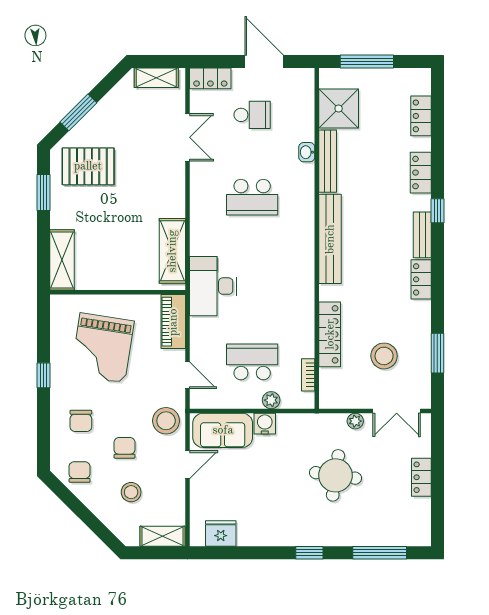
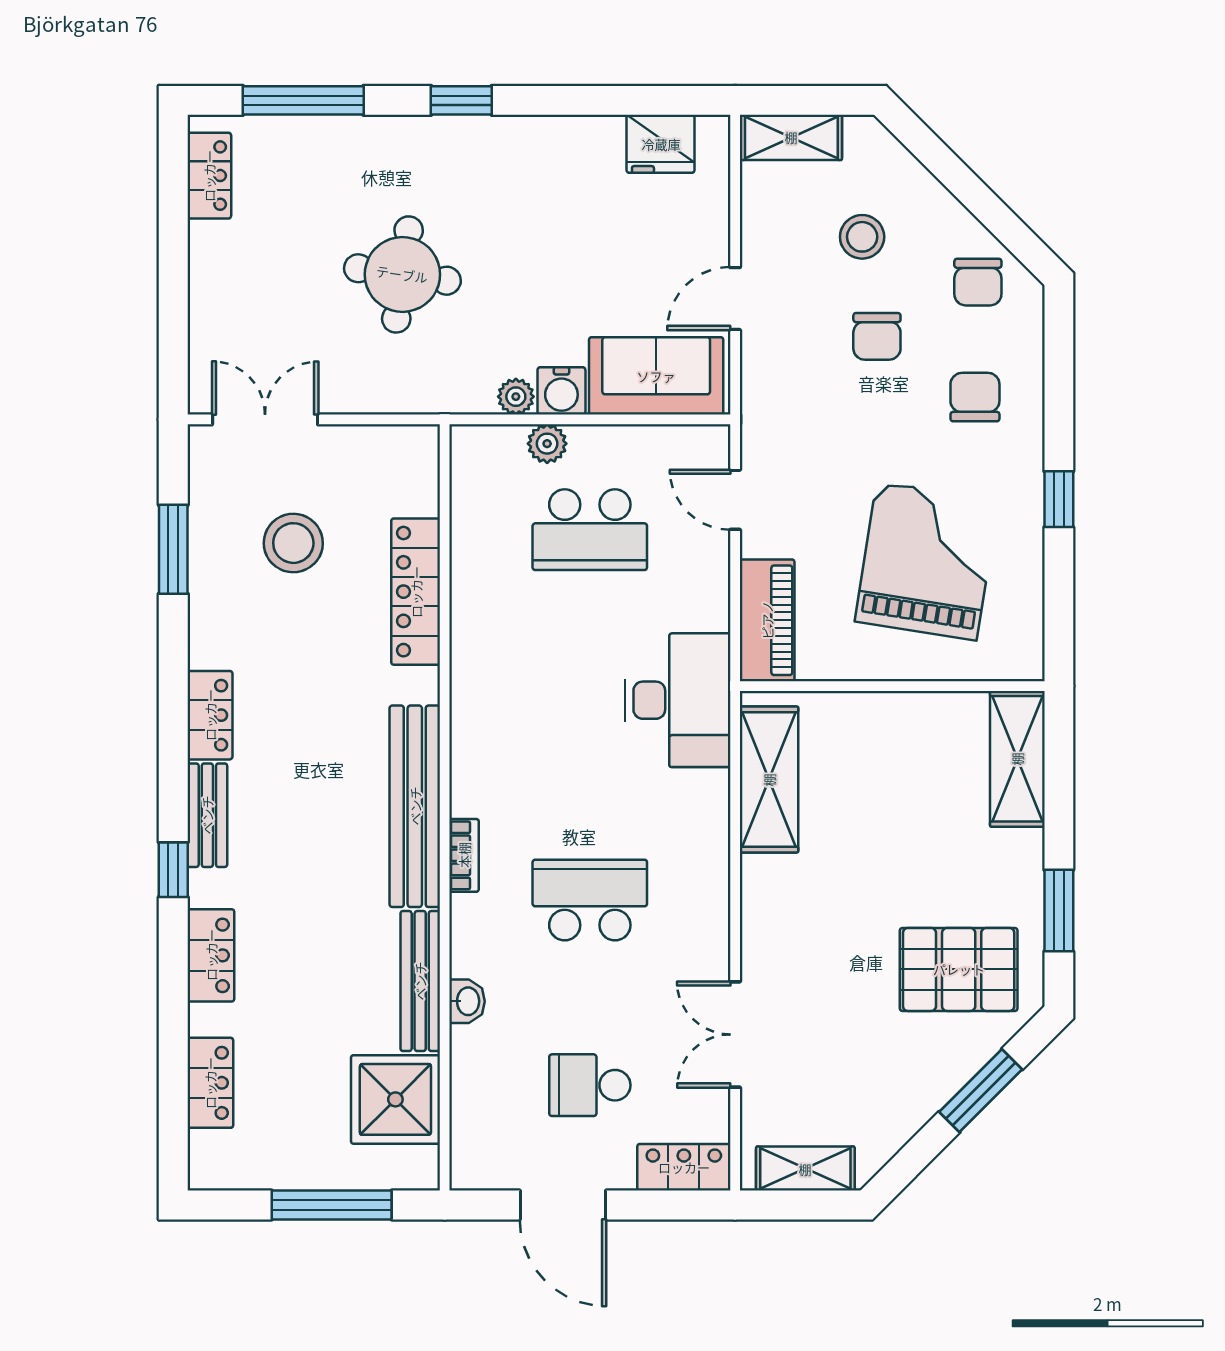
bookcase: (308, 375) -> (464, 855), moved
stool: (166, 421) -> (783, 397), removed
plant: (355, 421) -> (516, 397), moved
locker: (421, 477) -> (209, 176), moved

